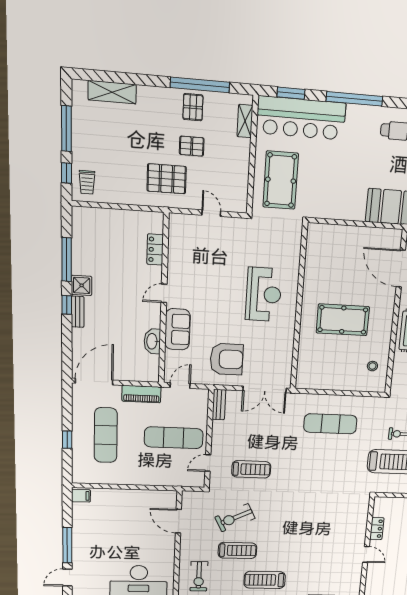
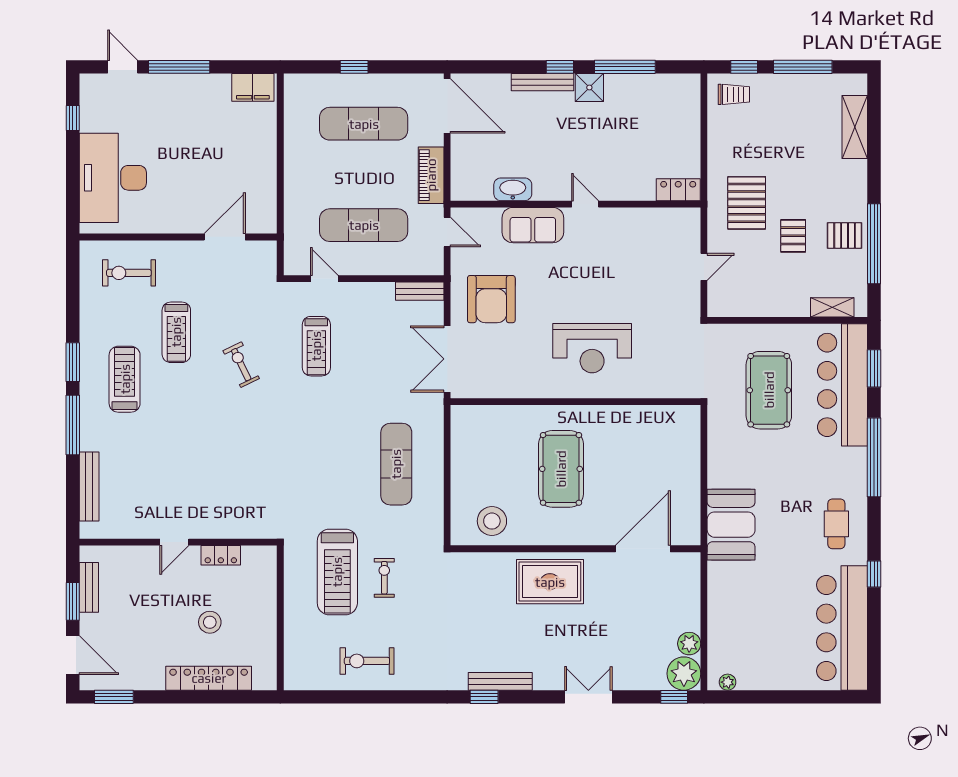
pool table: (281, 180) -> (769, 390), moved, turned 90
trolley: (87, 182) -> (734, 94), turned 180
locker: (155, 250) -> (678, 190), moved
bench: (78, 312) -> (542, 82), width x1.36
stool: (372, 366) -> (492, 521), width x1.89, depth x1.89
exercise mat: (174, 438) -> (364, 225), turned 90
filing cabinet: (81, 496) -> (253, 87), width x2.00
exercise bike: (235, 518) -> (241, 365), moved, width x0.73, depth x0.72

